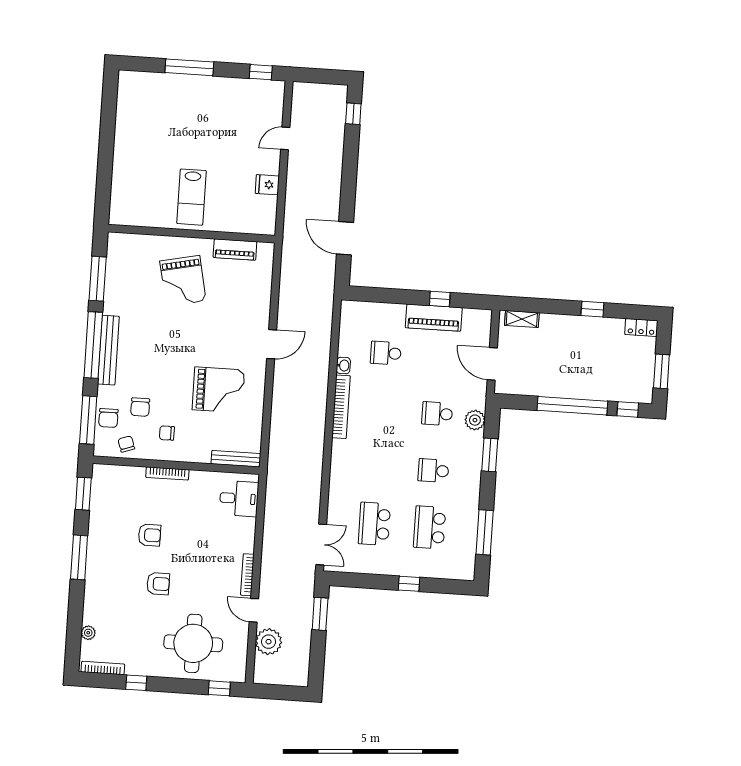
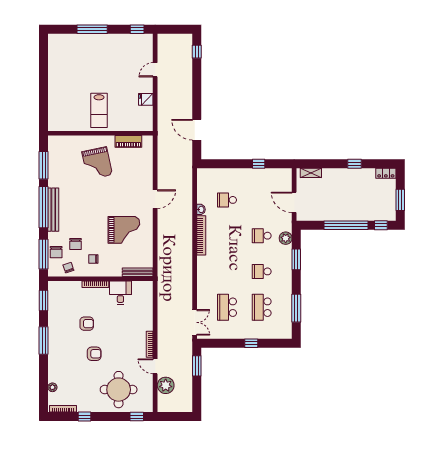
piano: (434, 318) -> (256, 176), removed
desk: (239, 499) -> (120, 293), moved, turned -90

